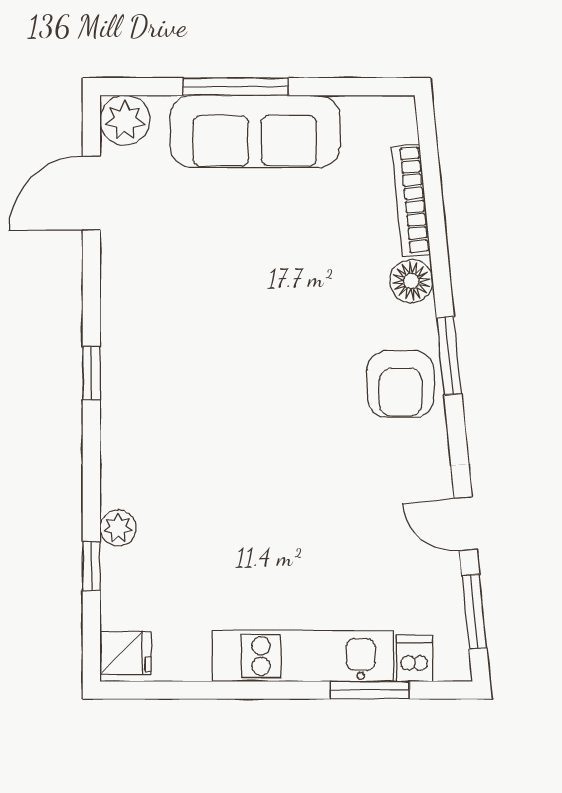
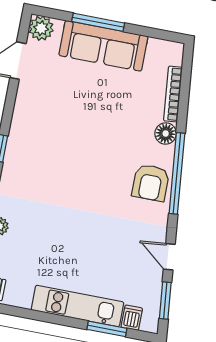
window: (449, 356) -> (177, 173), width x2.11

